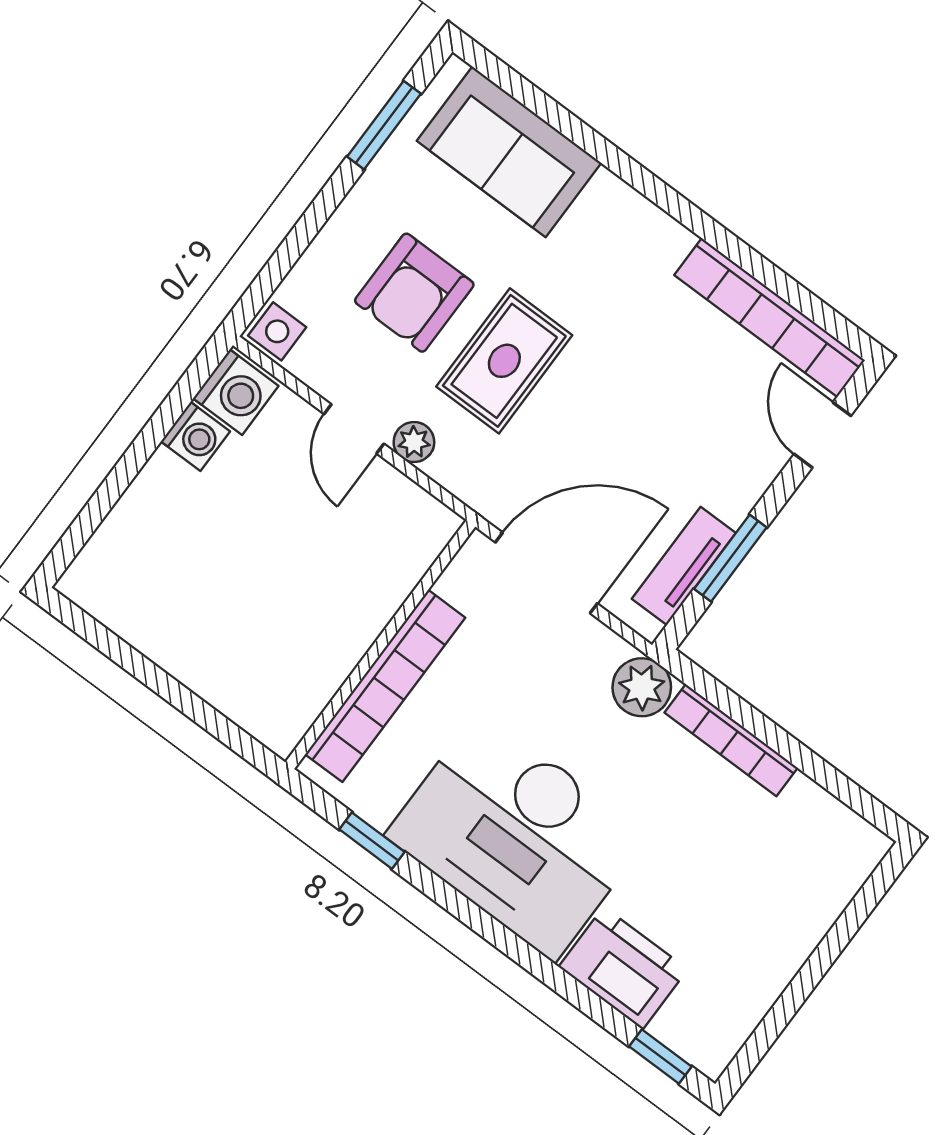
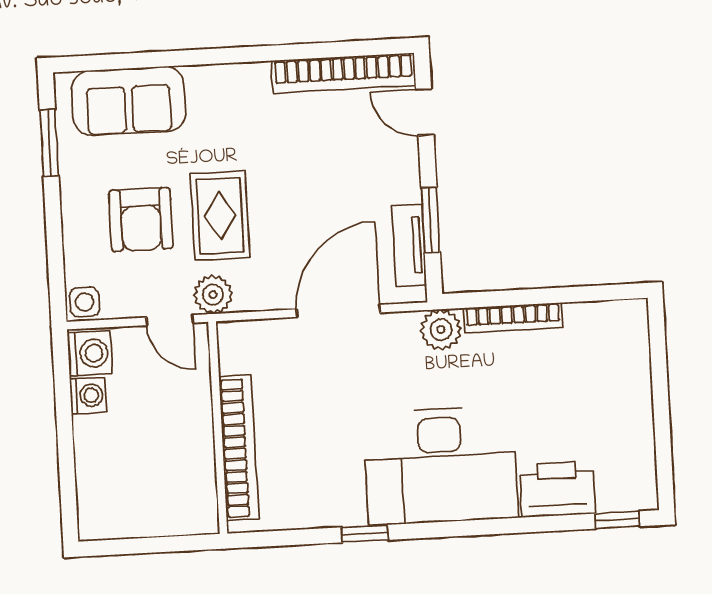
plant: (414, 442) -> (213, 294), width x1.38, depth x1.38
wall: (380, 645) -> (218, 428), moved
bookcase: (385, 686) -> (239, 448), moved

